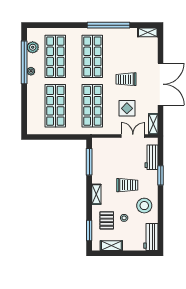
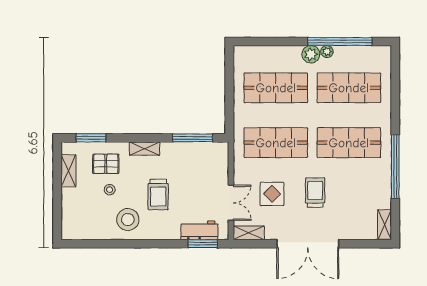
plant: (33, 47) -> (311, 54), moved
window: (161, 175) -> (203, 244), moved
workbench: (151, 237) -> (81, 229), removed

